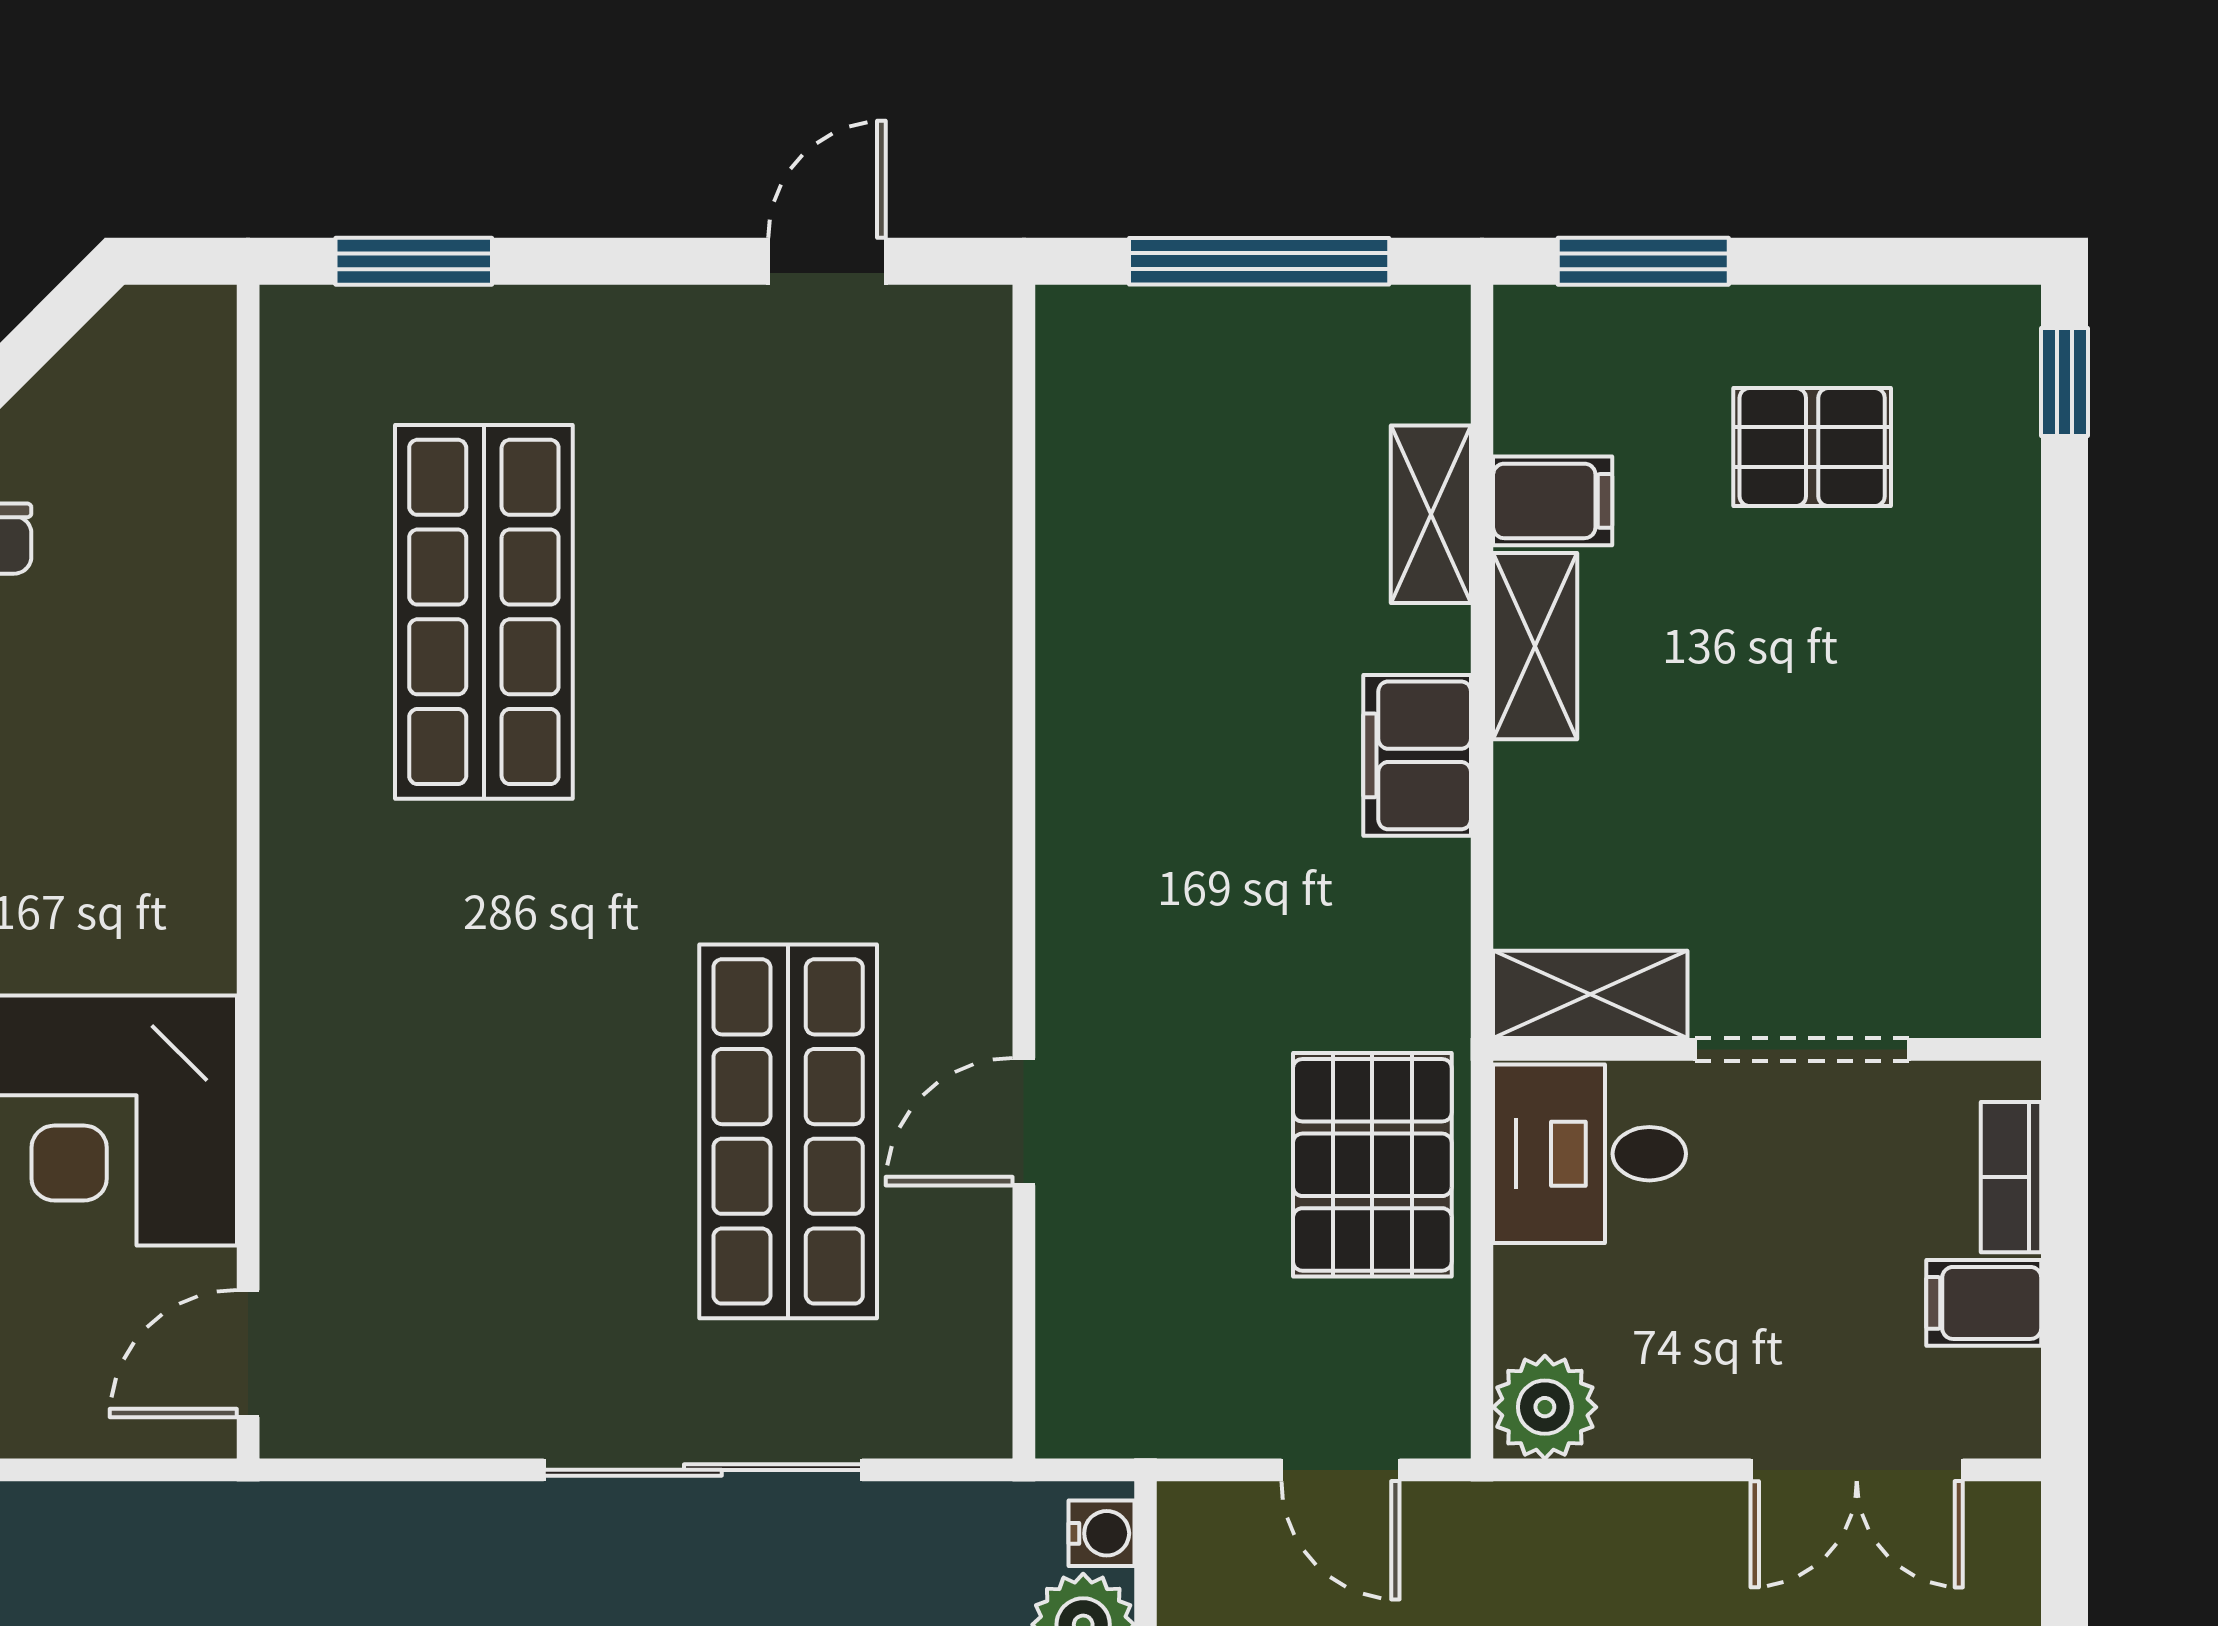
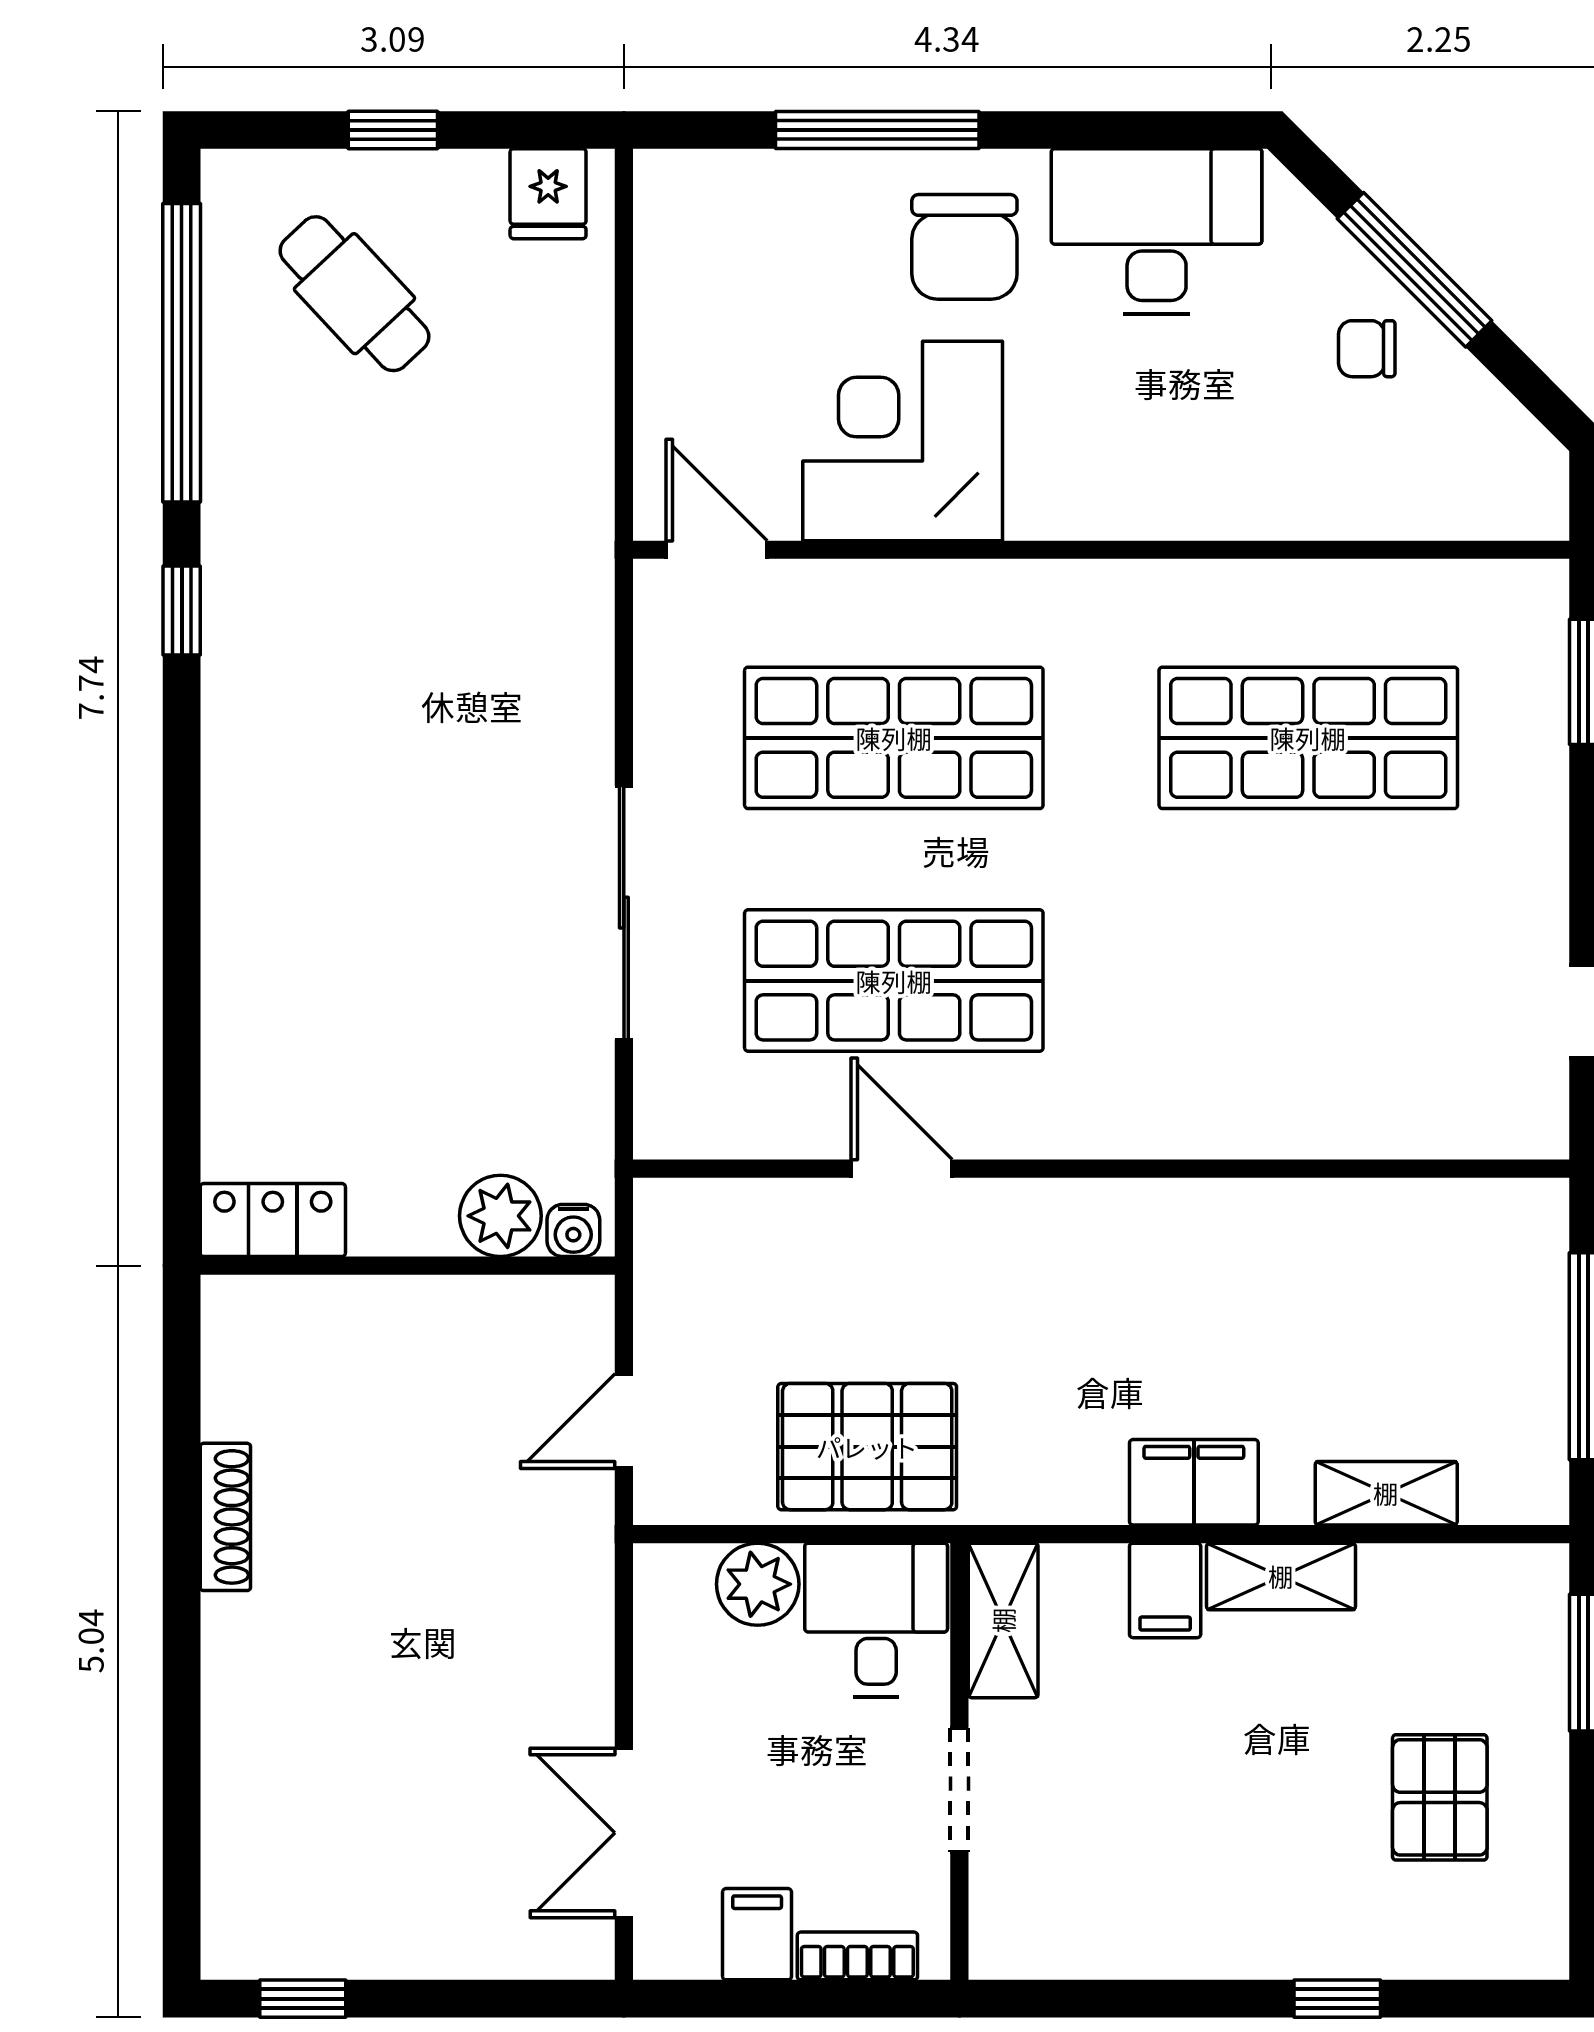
window: (2064, 382) -> (1337, 1999), moved
filing cabinet: (1553, 501) -> (1165, 1590), moved
doorway: (1802, 1049) -> (959, 1790), width x0.73
shop shelf: (484, 1131) -> (894, 738), added
plant: (1545, 1407) -> (758, 1584), moved

